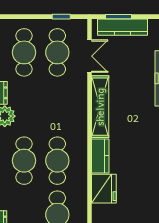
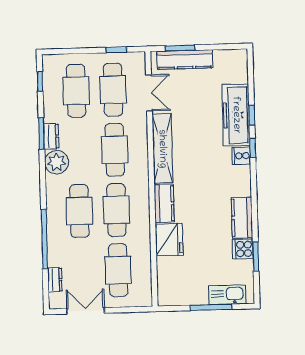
cafe table: (57, 107) -> (115, 150), added

